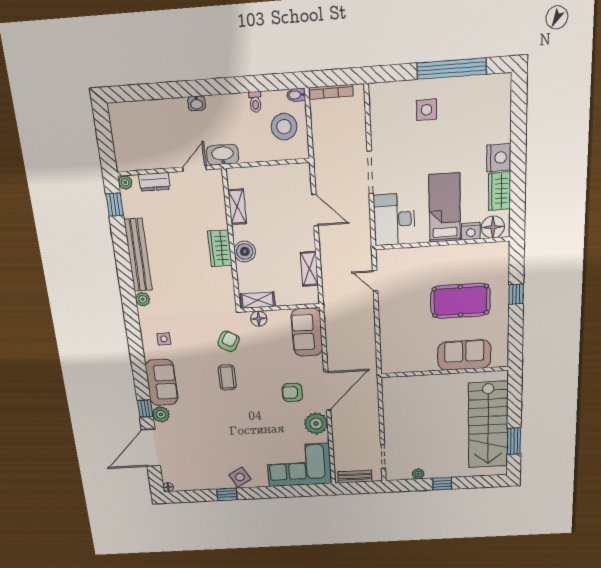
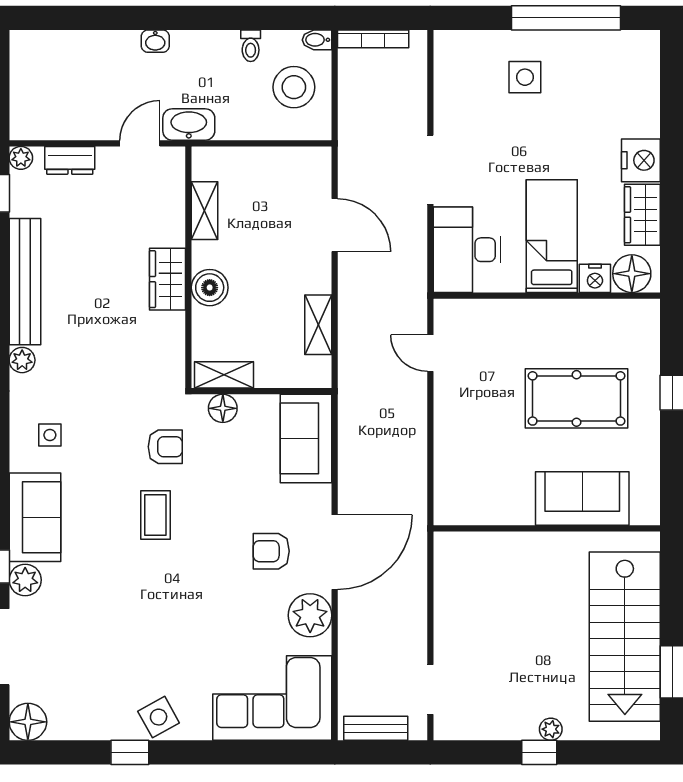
armchair: (229, 341) -> (165, 447), turned 60
plant: (418, 474) -> (551, 729), moved
floor lamp: (168, 487) -> (28, 722), width x1.89, depth x1.89

